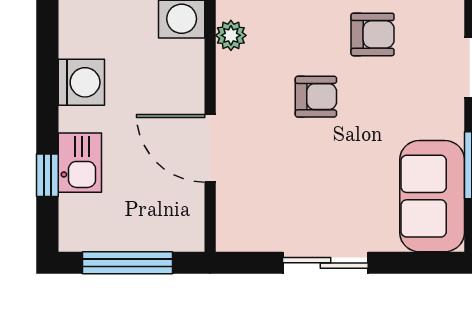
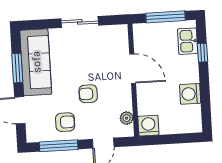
armchair: (373, 34) -> (65, 122), turned 180
kitchen sink: (80, 163) -> (188, 41), moved
sofa: (432, 196) -> (36, 62), width x1.36

